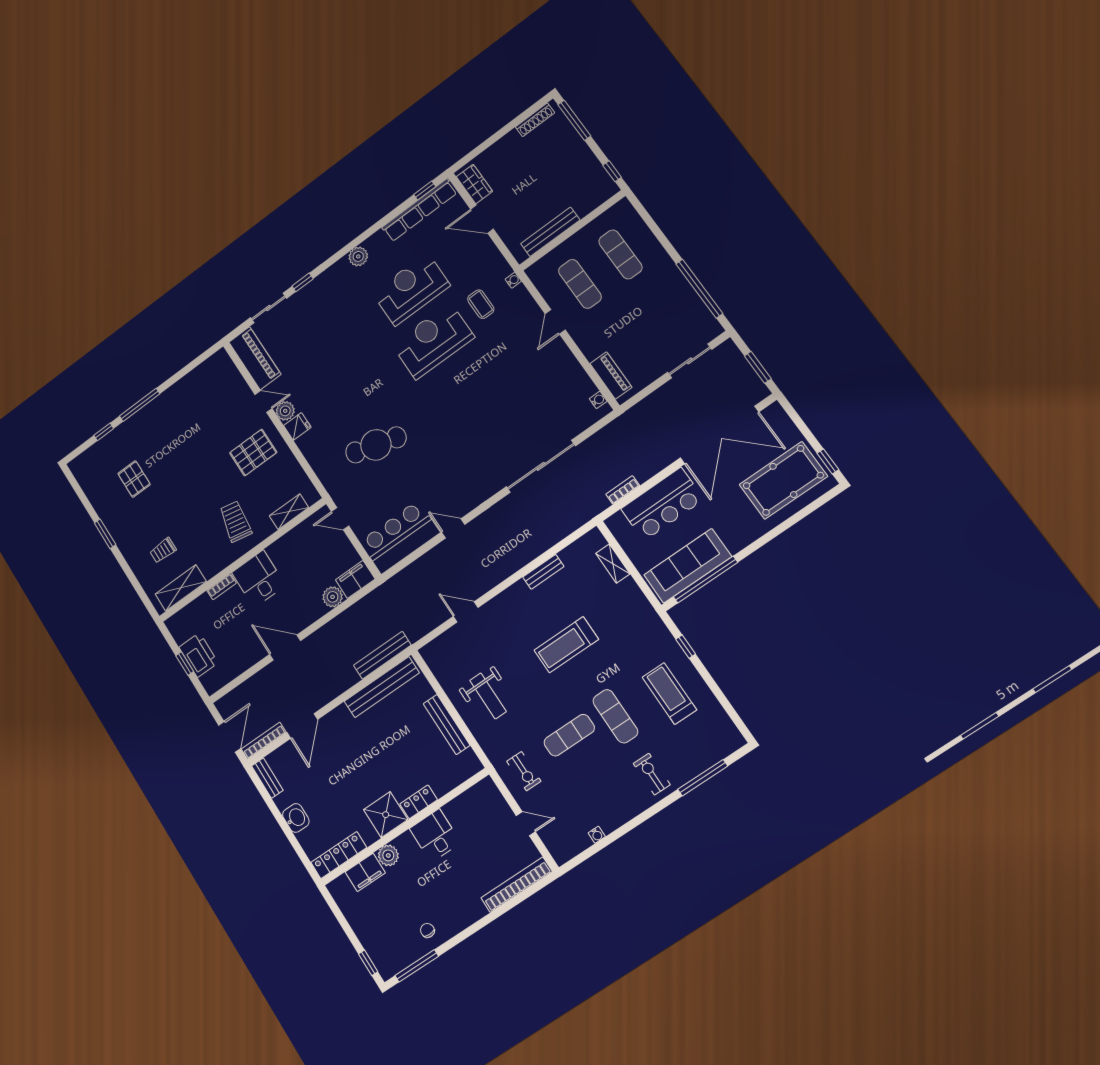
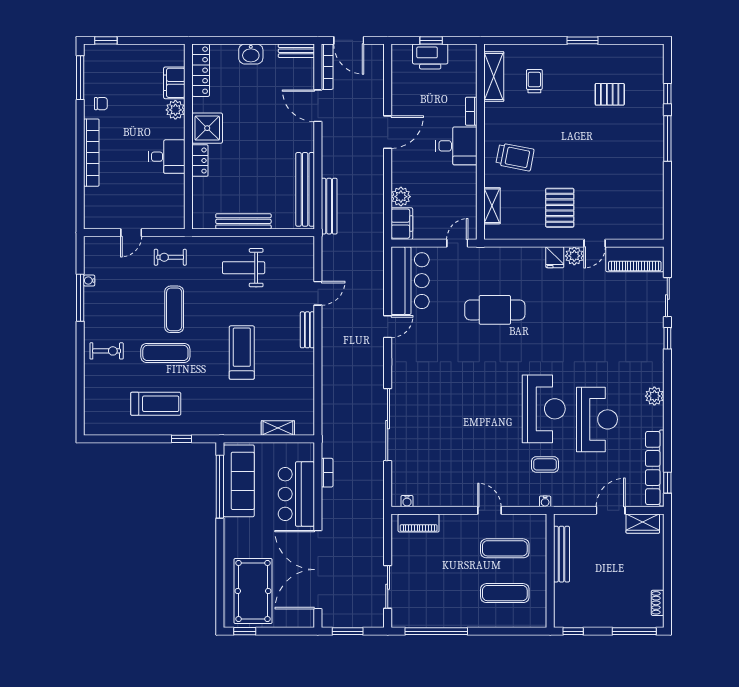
shoe rack: (535, 120) -> (658, 603), width x0.70
cafe table: (376, 445) -> (495, 310), turned 74
bench: (543, 572) -> (307, 330), moved
window: (703, 778) -> (80, 298), moved
bookcase: (516, 885) -> (91, 153), moved

